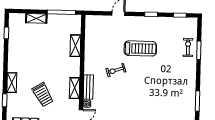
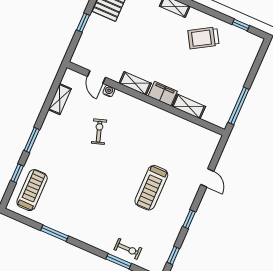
shelving: (36, 18) -> (244, 71), removed
filing cabinet: (74, 67) -> (163, 94), added
exercise bike: (116, 70) -> (99, 132), moved
bench: (88, 87) -> (129, 101), removed
trolley: (43, 95) -> (203, 38), moved

